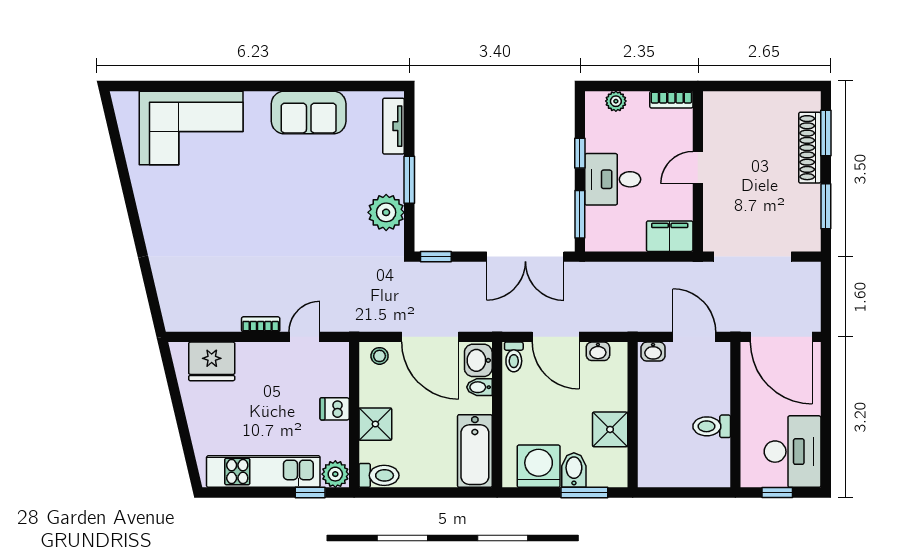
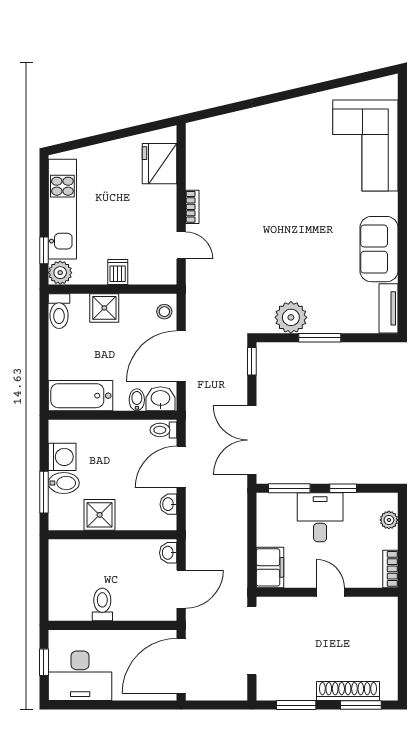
tv unit: (394, 126) -> (388, 308), moved, turned -90
washing machine: (539, 466) -> (62, 457), width x0.73, depth x0.73

